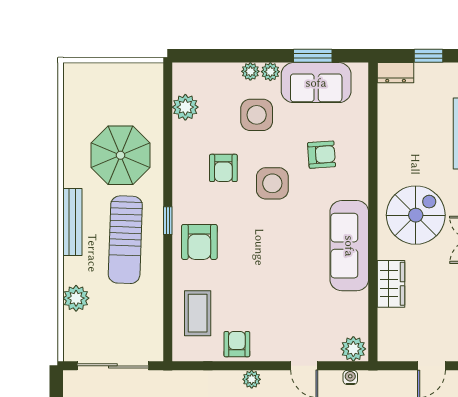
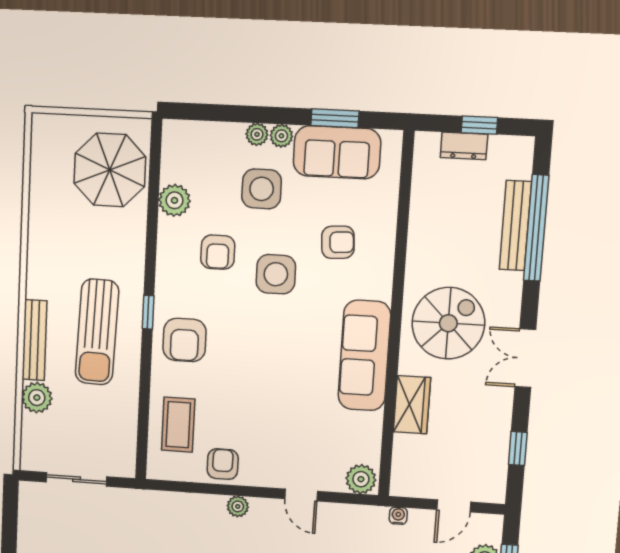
dresser: (396, 73) -> (464, 146), moved
plant: (185, 107) -> (174, 200), moved
parasol: (121, 155) -> (110, 170), moved
bench: (72, 222) -> (35, 340), moved
sliding door: (113, 366) -> (77, 479), width x0.73
water cooler: (350, 377) -> (398, 516), moved

